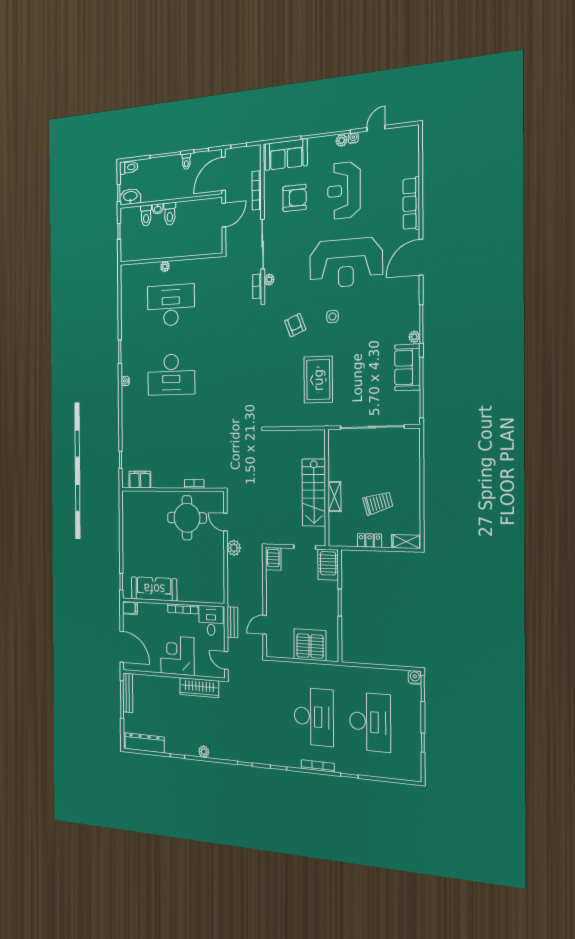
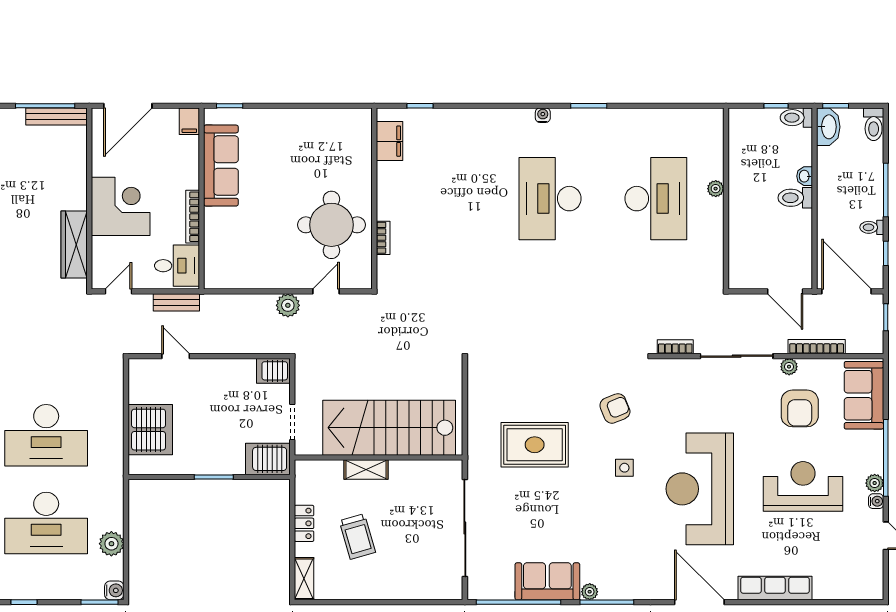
toilet: (146, 216) -> (796, 118), moved
plant: (269, 280) -> (789, 367), moved
stairs: (314, 493) -> (389, 428), width x1.36, depth x1.51
plant: (384, 677) -> (111, 544), added

